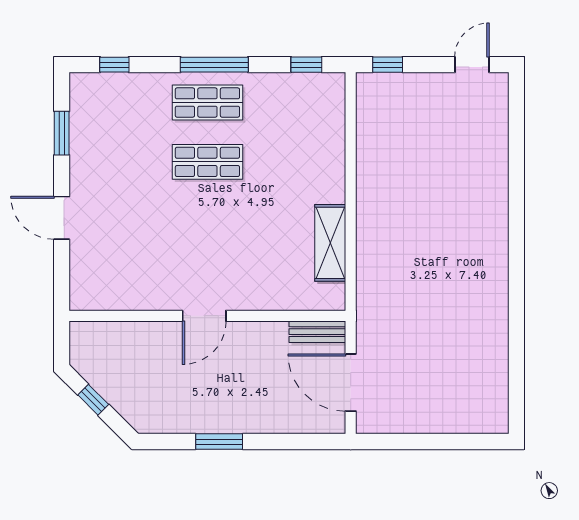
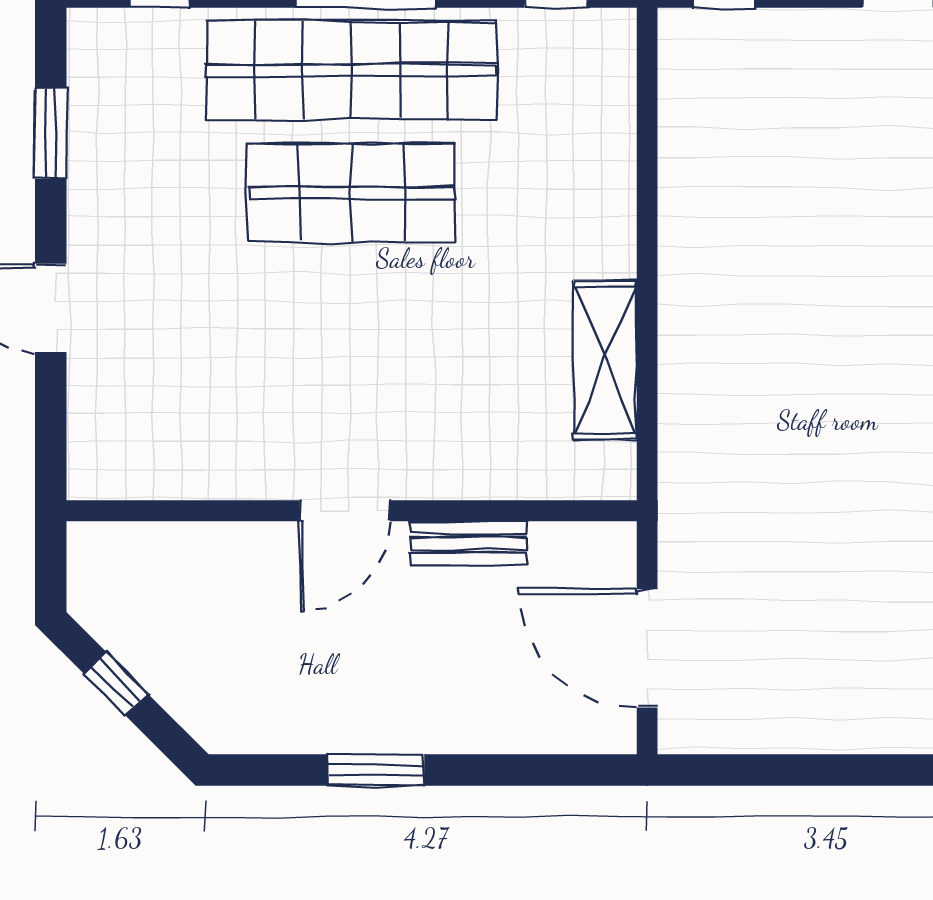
shop shelf: (207, 103) -> (352, 70), width x2.00, depth x1.36
shop shelf: (207, 162) -> (352, 193), width x1.43, depth x1.36
bench: (317, 332) -> (469, 543), moved

